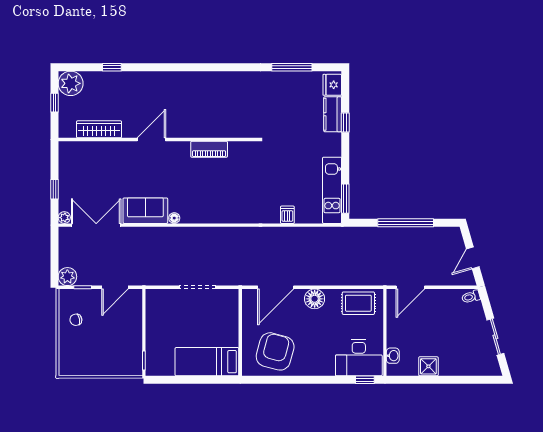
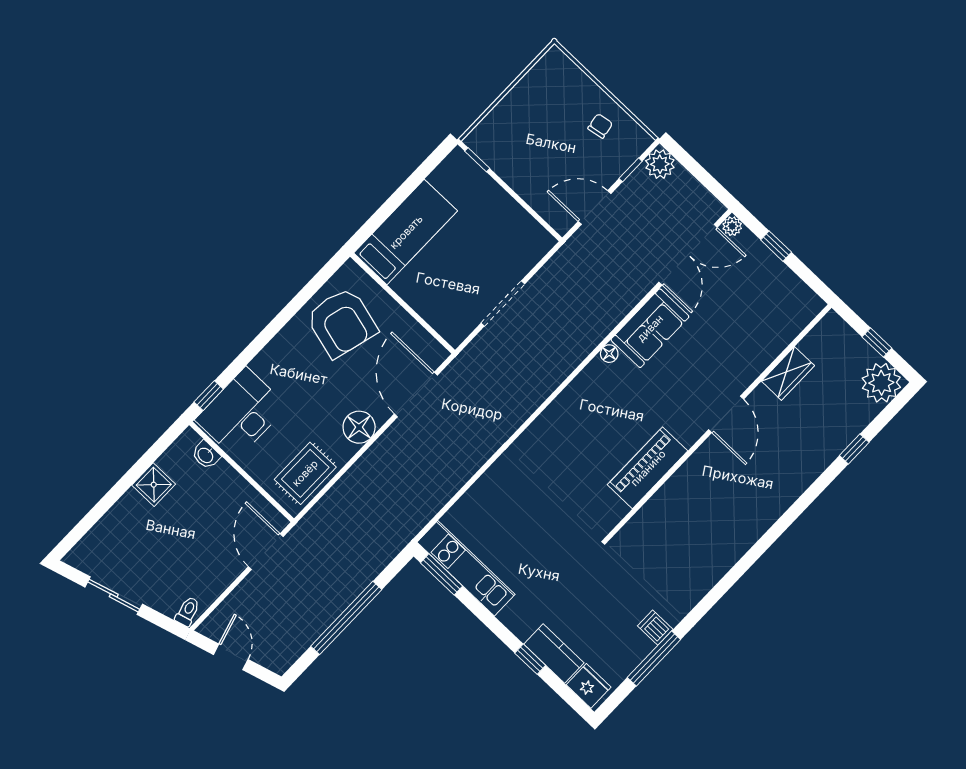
wardrobe: (99, 129) -> (788, 373), width x0.67
piano: (209, 149) -> (648, 468), width x1.37, depth x1.33
dishwasher: (287, 215) -> (655, 628), moved, turned 180
door: (115, 287) -> (594, 208), hinge flipped

